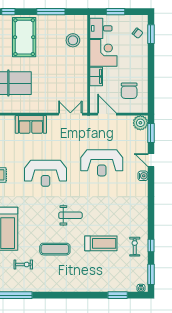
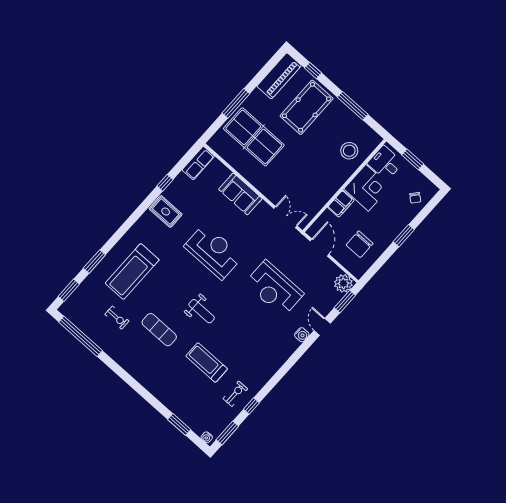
window: (151, 34) -> (404, 236), moved
reception desk: (45, 173) -> (213, 251), turned 180
treadmill: (101, 243) -> (207, 362), turned 180

